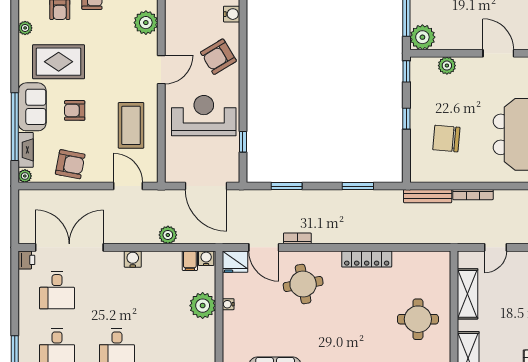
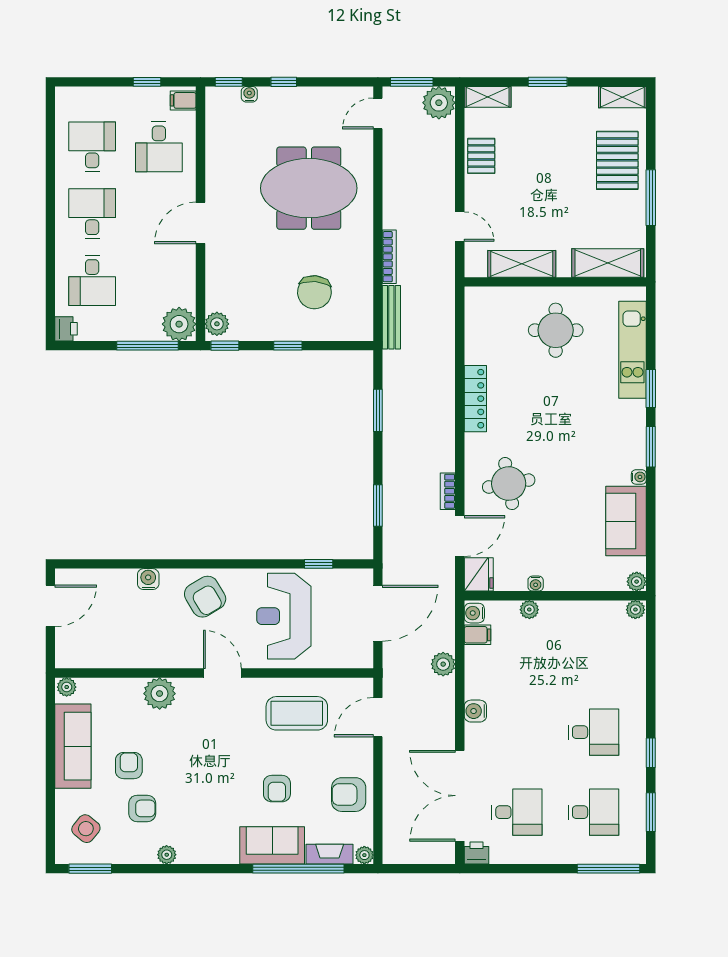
rug: (59, 62) -> (212, 810), removed
plant: (447, 66) -> (217, 324), moved
armchair: (70, 164) -> (349, 795), turned -101
plant: (203, 306) -> (529, 610), width x0.53, depth x0.53

